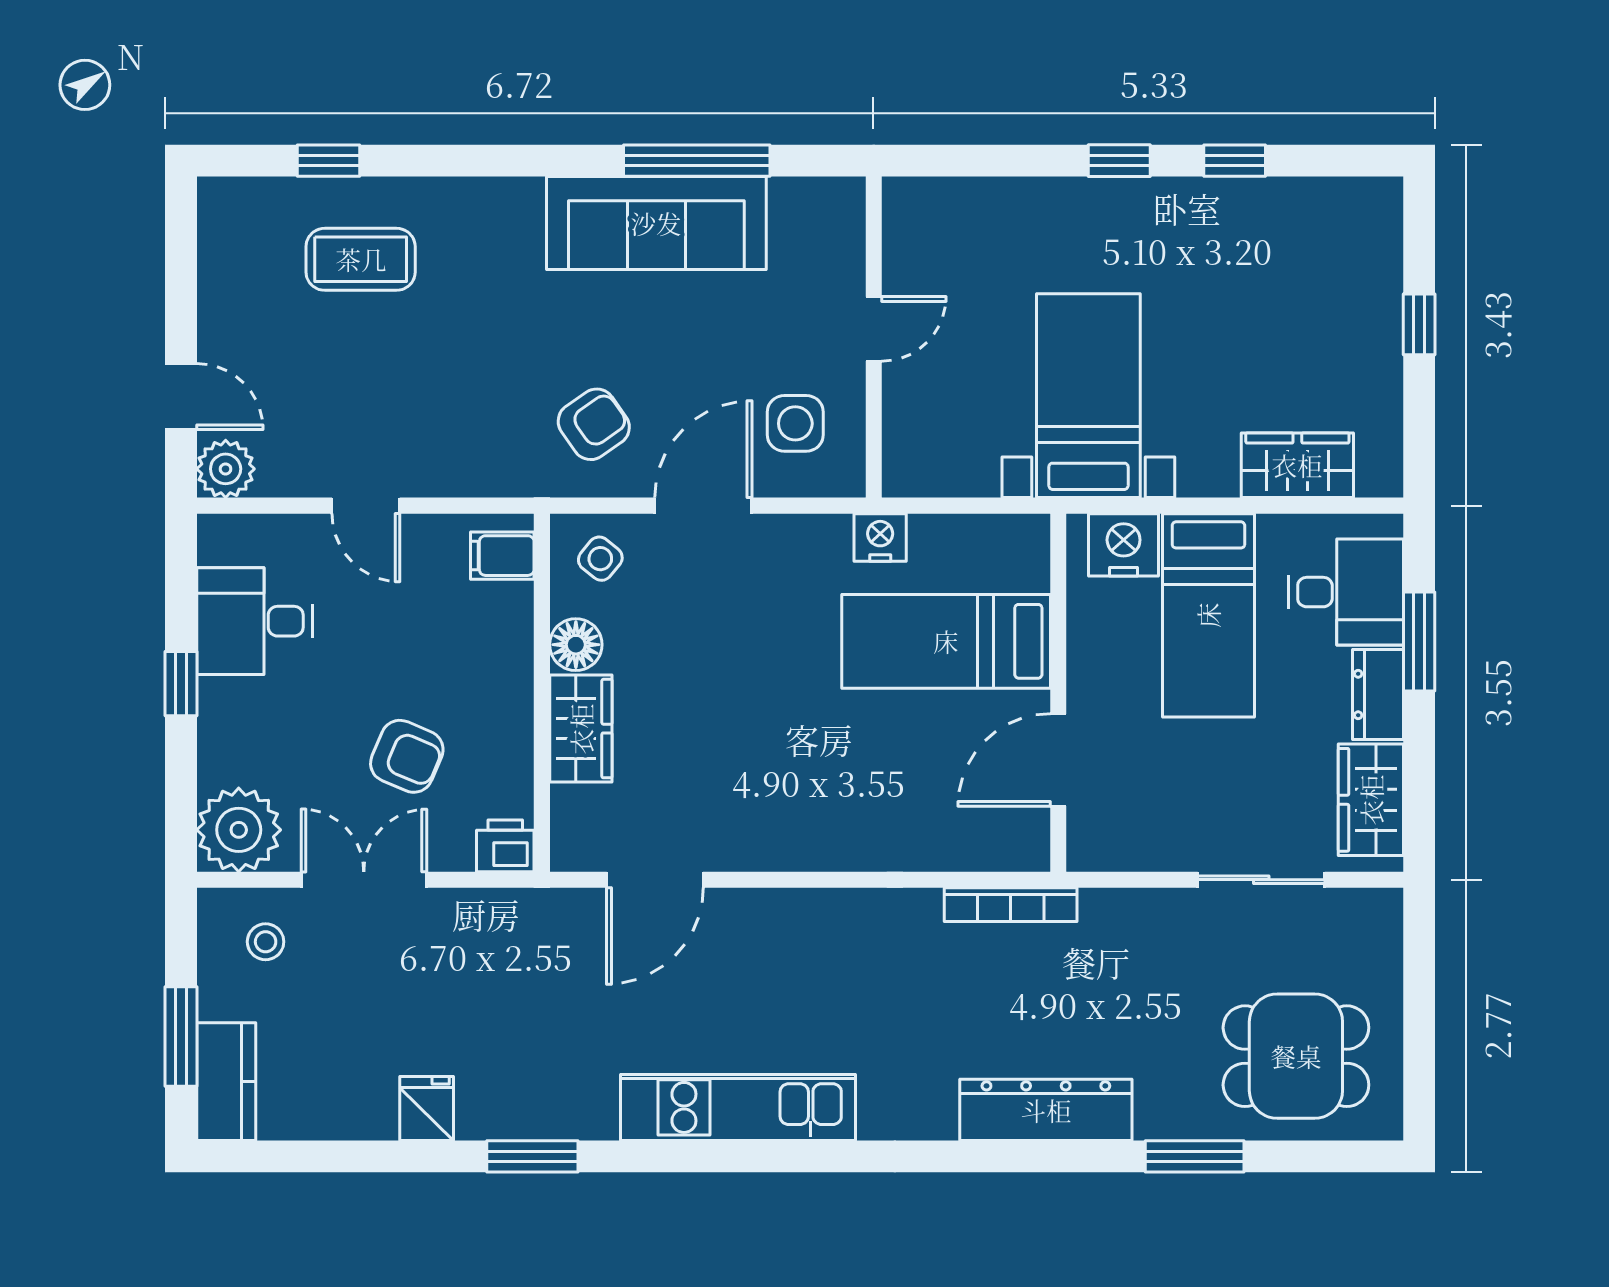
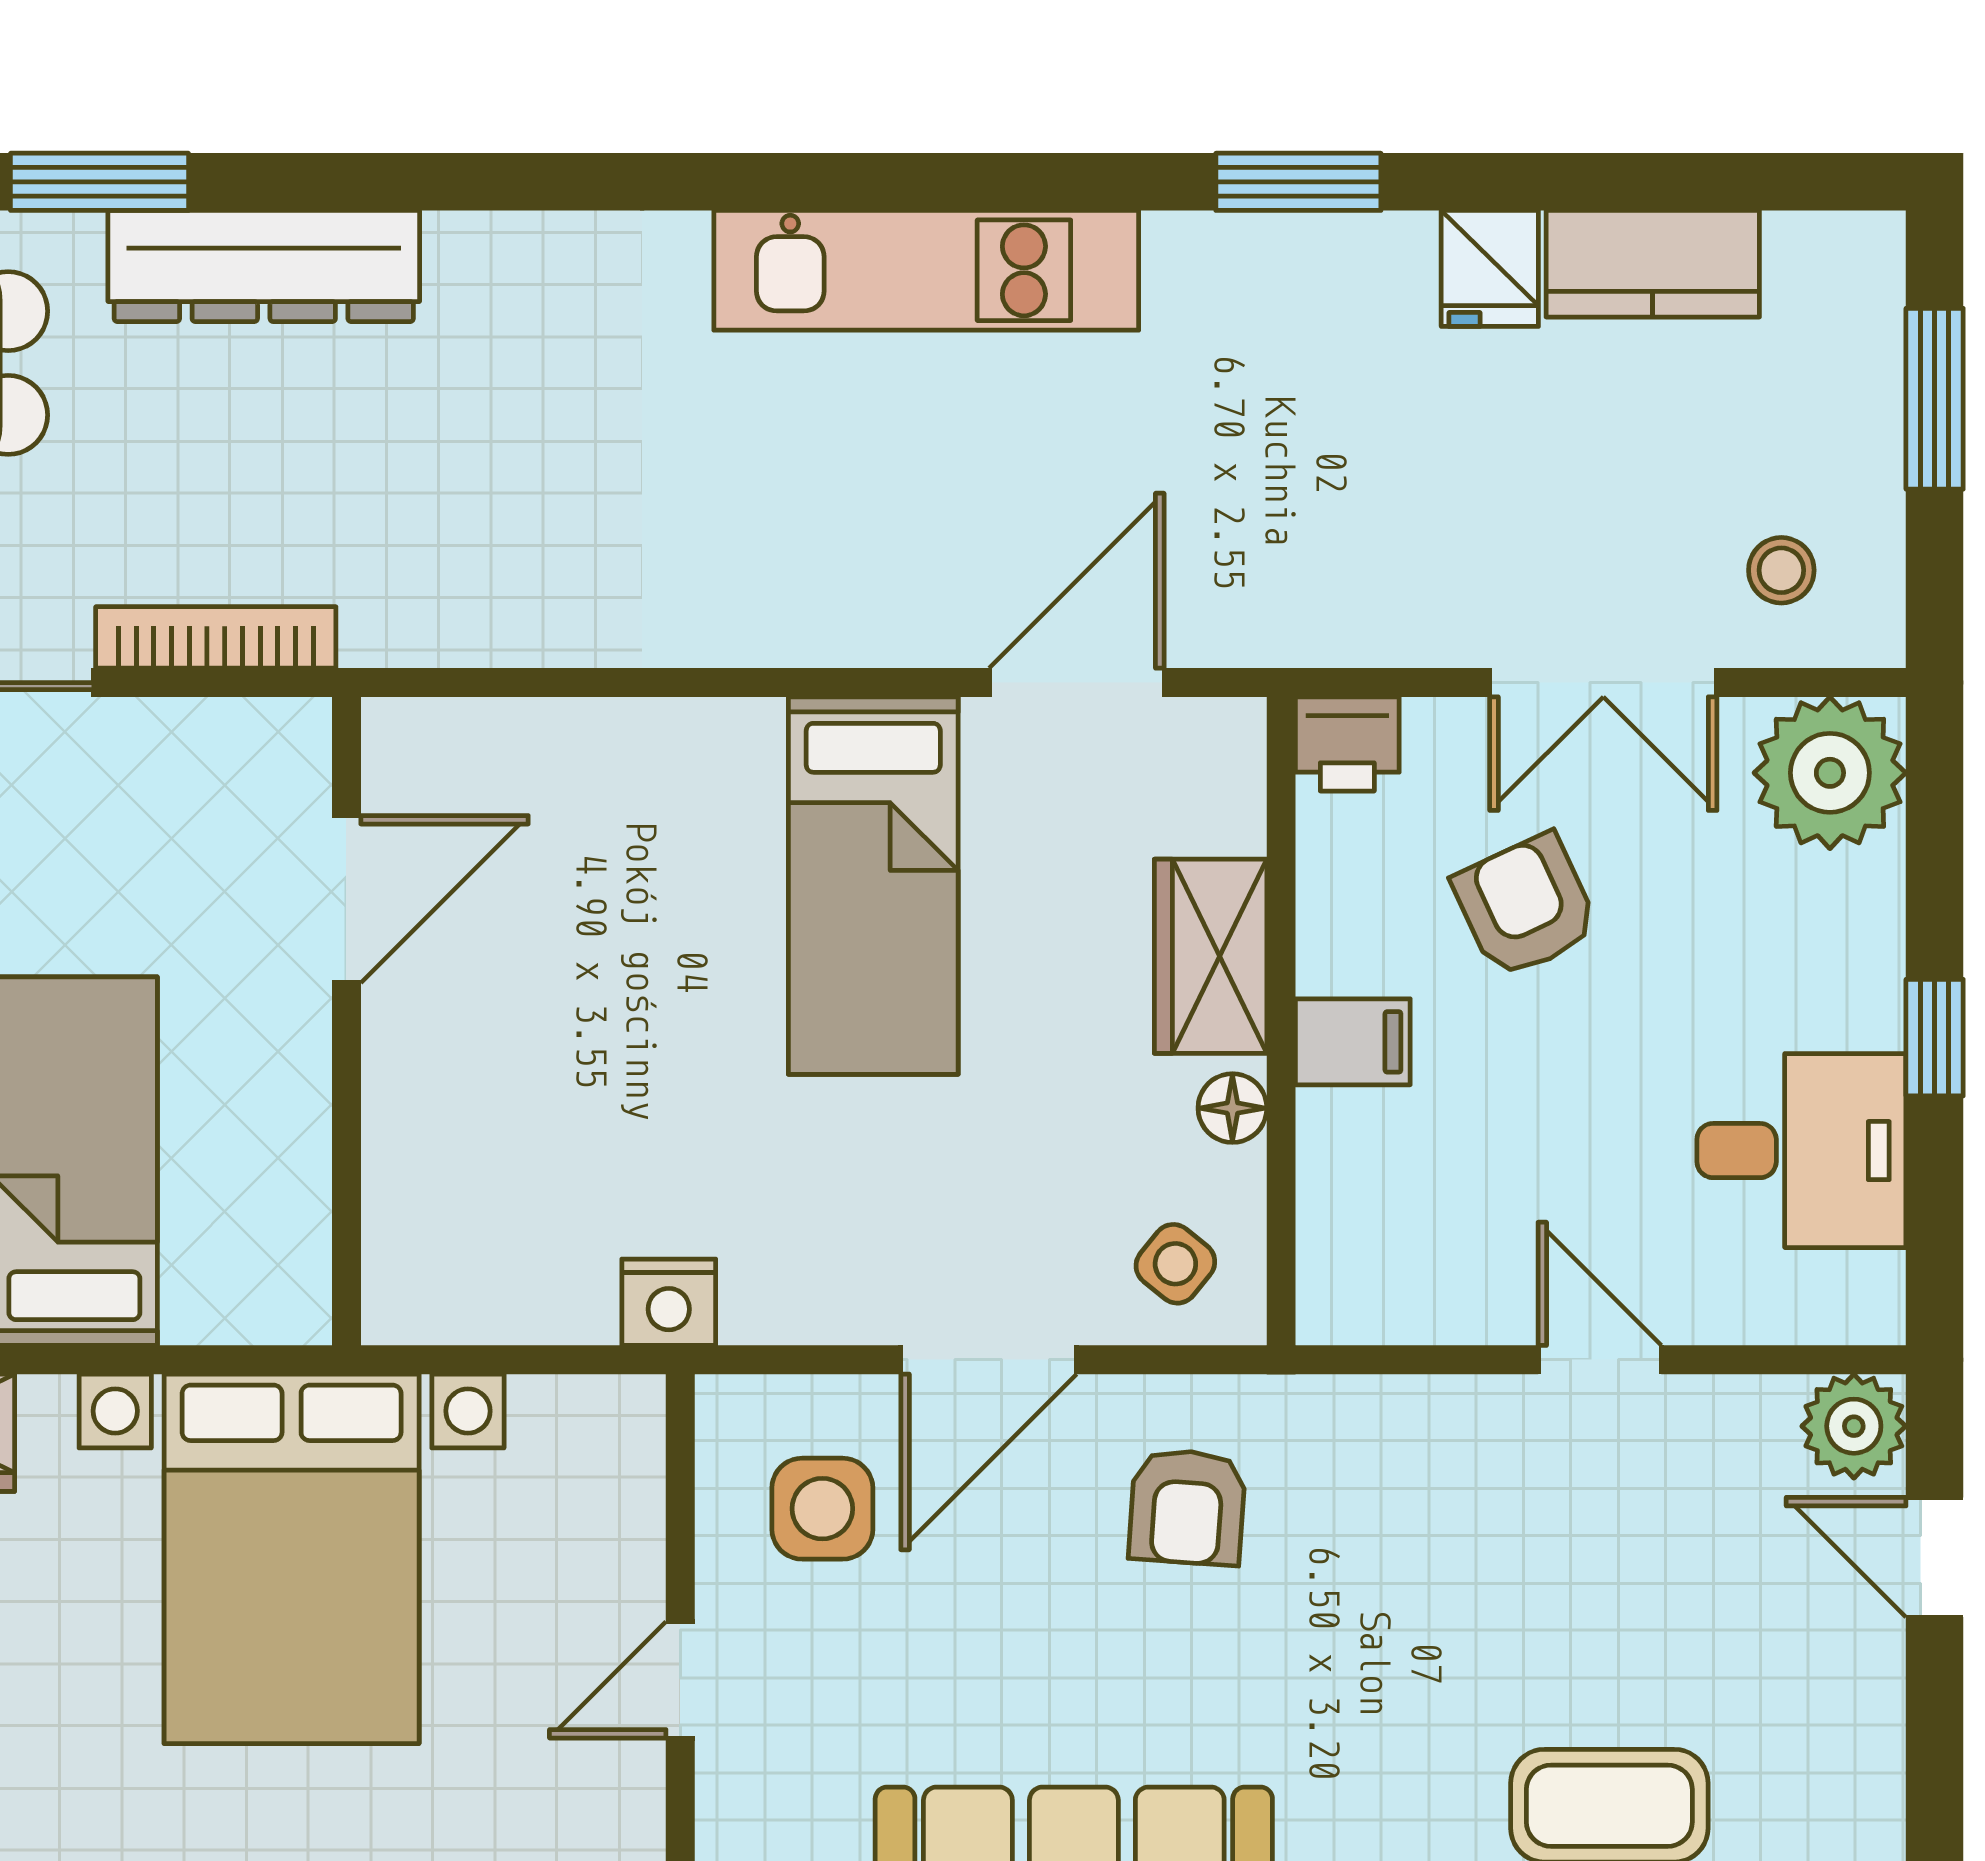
bed with nightstands: (1088, 396) -> (292, 1559), width x1.36
armchair: (594, 424) -> (1187, 1507), turned -51
nightstand: (1124, 545) -> (228, 1289), removed
filing cabinet: (502, 556) -> (1353, 1042), moved
bed: (946, 641) -> (873, 886), moved, turned 90
floor lamp: (576, 645) -> (1232, 1108), width x0.73, depth x0.73
armchair: (407, 756) -> (1526, 906), turned 42
bookcase: (1011, 905) -> (216, 637), moved
kitchen counter: (226, 1082) -> (1653, 264), moved, turned -90
dresser: (1046, 1110) -> (264, 266), moved

